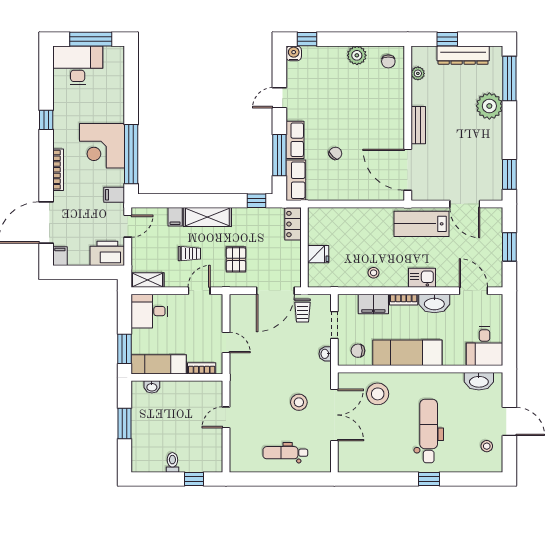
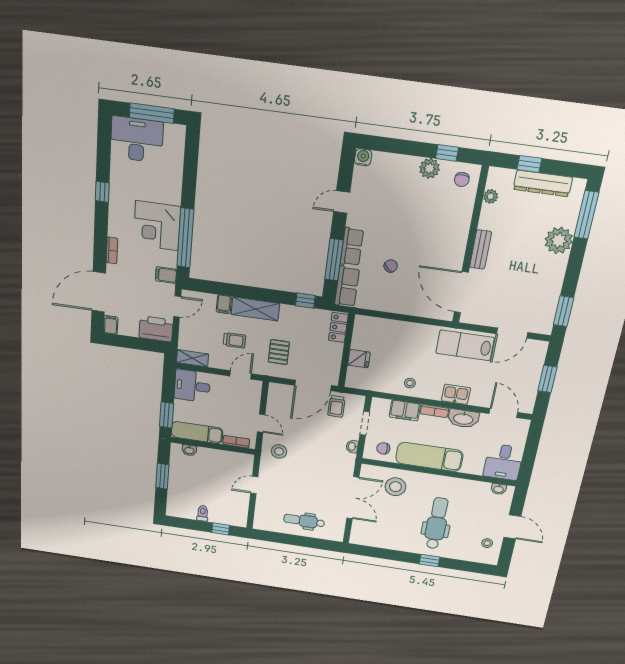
window: (307, 39) -> (447, 153), moved
bookcase: (58, 170) -> (112, 250), width x0.64
door: (465, 204) -> (512, 333), hinge flipped
washbasin: (479, 381) -> (499, 489), width x0.52, depth x0.69
stool: (299, 402) -> (279, 451), moved

